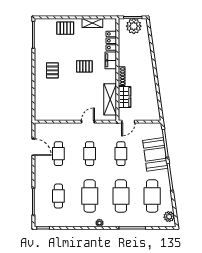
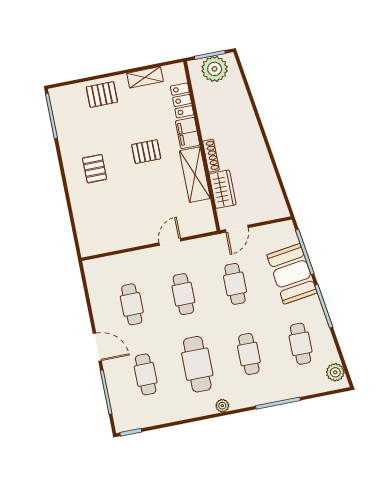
shelving: (110, 99) -> (195, 175), moved
door: (33, 147) -> (97, 347), moved
cafe table: (121, 196) -> (249, 354), width x0.73, depth x0.74
cafe table: (152, 196) -> (301, 344), width x0.73, depth x0.74

